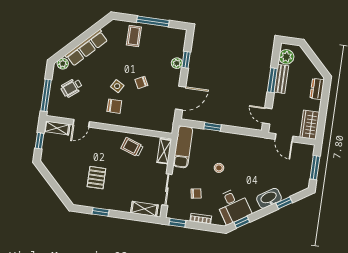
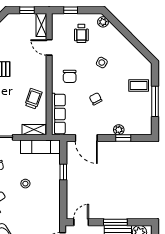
row of seats: (86, 48) -> (58, 114), moved, turned -135
side table: (117, 86) -> (102, 63), moved
wheelchair: (72, 88) -> (81, 33), turned -142
window: (46, 95) -> (71, 10), width x0.46

